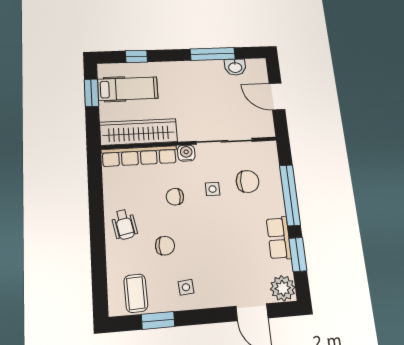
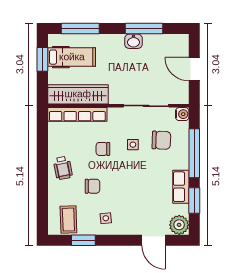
window: (136, 56) -> (80, 29), width x2.17
washbasin: (235, 67) -> (133, 41), moved
water cooler: (186, 153) -> (182, 114), moved, turned 90

